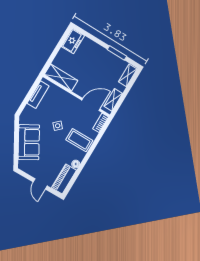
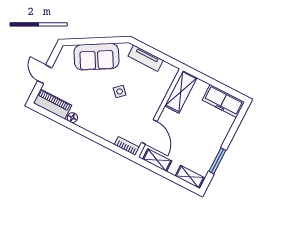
freezer: (73, 41) -> (223, 101), width x1.40
tv unit: (38, 95) -> (146, 58), moved
coffee table: (79, 140) -> (103, 120), removed
door: (40, 184) -> (45, 74), hinge flipped

